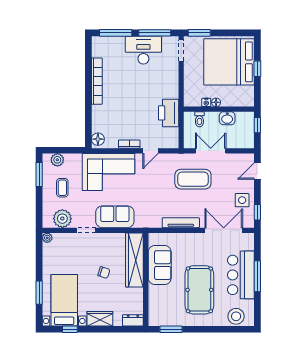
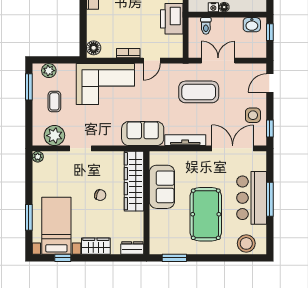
washbasin: (227, 118) -> (252, 25), moved
sofa: (115, 217) -> (143, 134), moved

